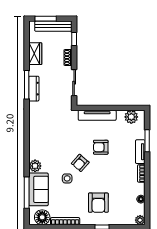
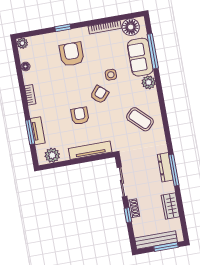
window: (74, 39) -> (128, 215), moved
coffee table: (48, 135) -> (140, 119), added
armchair: (101, 147) -> (80, 116), turned -90
tv unit: (140, 152) -> (38, 131), moved

